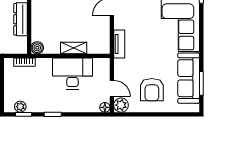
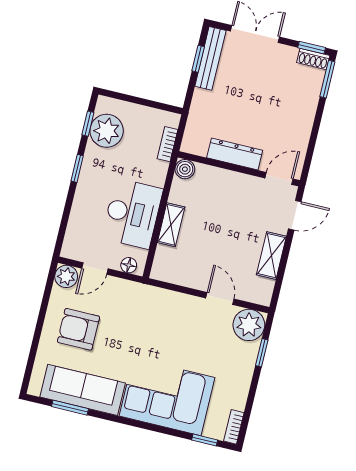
tv unit: (119, 44) -> (160, 296), removed
plant: (20, 107) -> (107, 131), width x1.88, depth x1.88
floor lamp: (105, 107) -> (129, 265), moved

